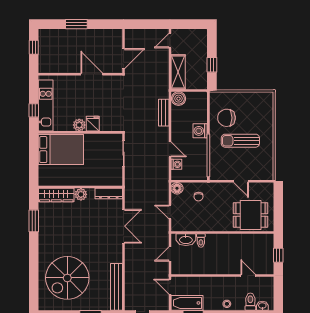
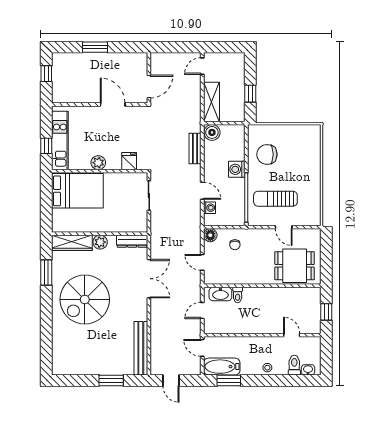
fridge: (93, 124) -> (129, 161), moved
sun lounger: (240, 141) -> (275, 199), moved
spiral stairs: (67, 278) -> (85, 300), moved

